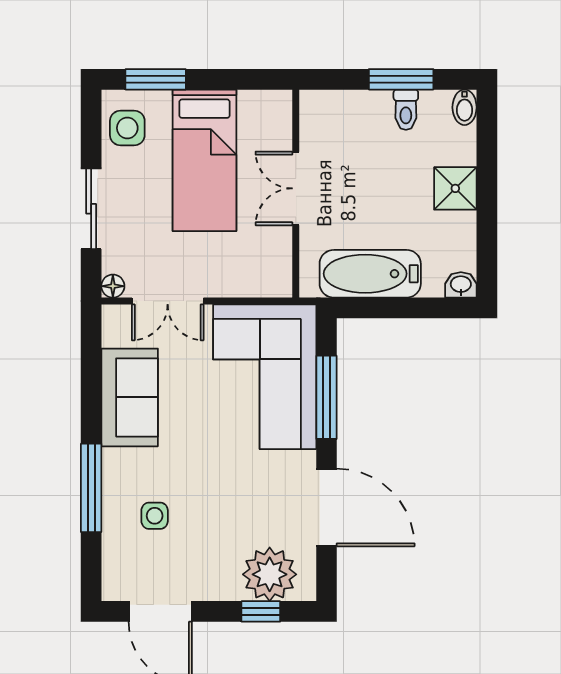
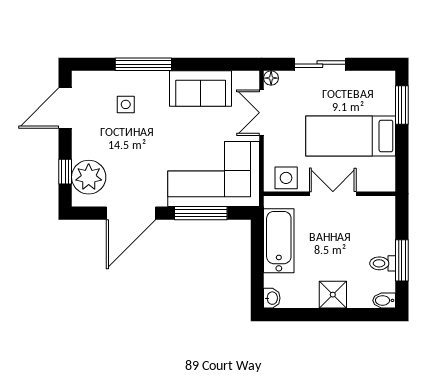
side table: (127, 128) -> (286, 178), moved

